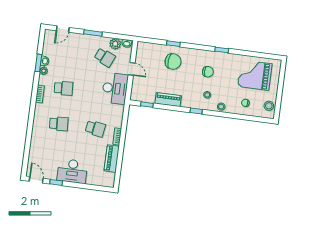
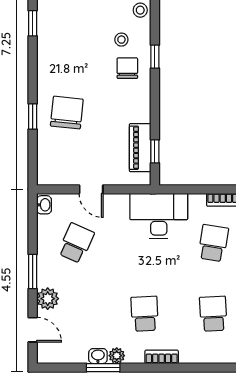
plant: (115, 44) -> (48, 299), moved
door: (132, 69) -> (91, 189), swing flipped
chair: (208, 72) -> (127, 68), moved
desk: (115, 88) -> (159, 216), moved
piano: (168, 100) -> (140, 148), moved

